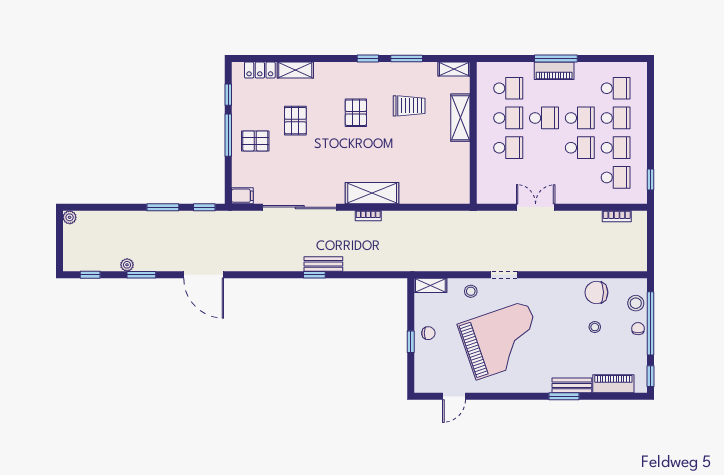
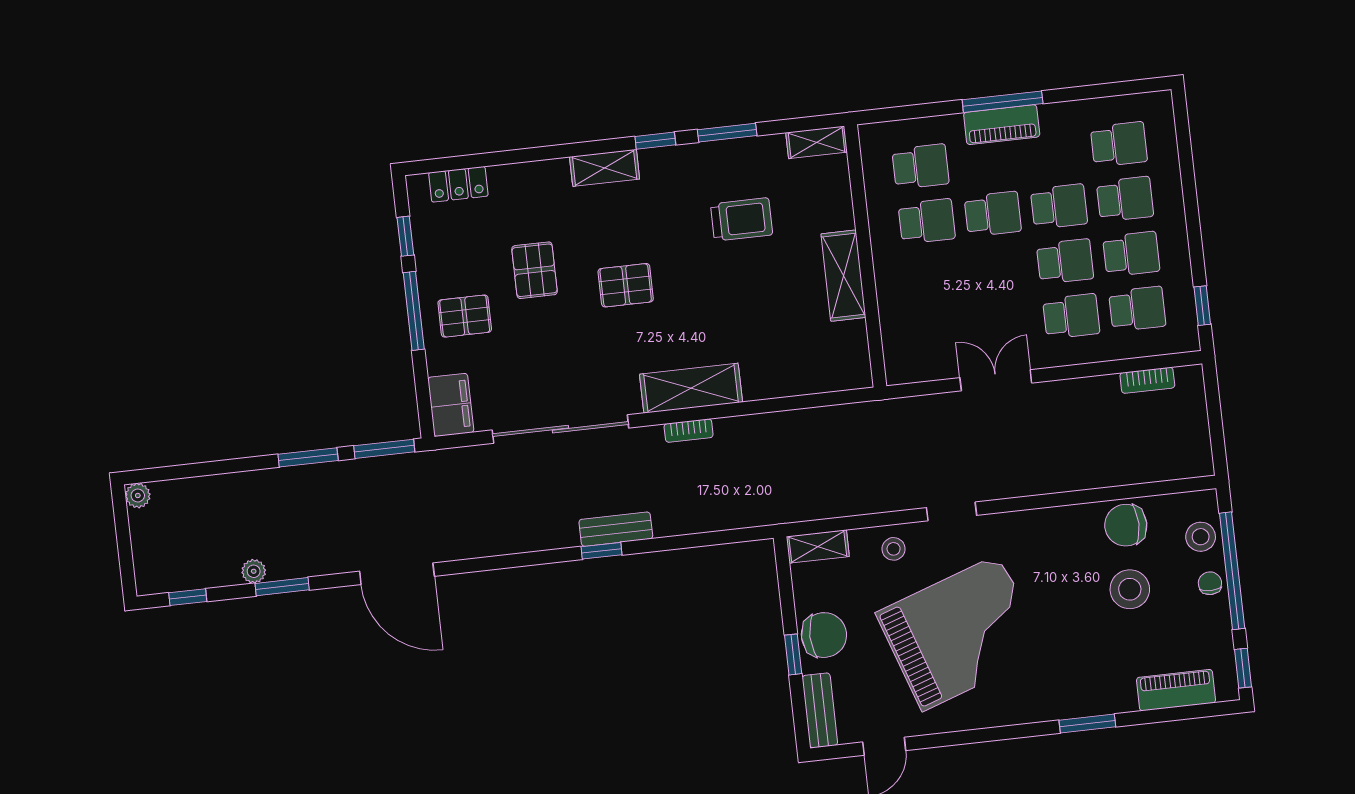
shelving: (295, 70) -> (605, 168), moved
pallet: (356, 113) -> (626, 285), moved, turned 90
shelving: (460, 118) -> (843, 276), moved
school desk: (508, 148) -> (1071, 316), moved
filing cabinet: (242, 196) -> (451, 405), width x2.00
window: (204, 207) -> (384, 449), width x1.50
stool: (595, 327) -> (1130, 589), width x1.89, depth x1.89
chair: (428, 333) -> (824, 635), width x1.87, depth x1.87
bench: (572, 385) -> (820, 710), moved, turned 90

